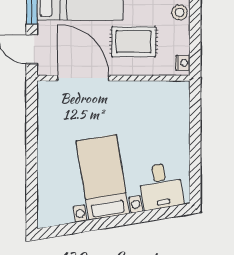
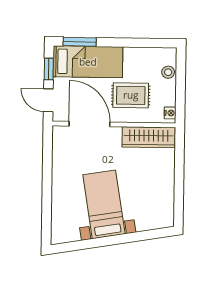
wardrobe: (157, 93) -> (149, 137), added
desk: (161, 186) -> (151, 212), removed

